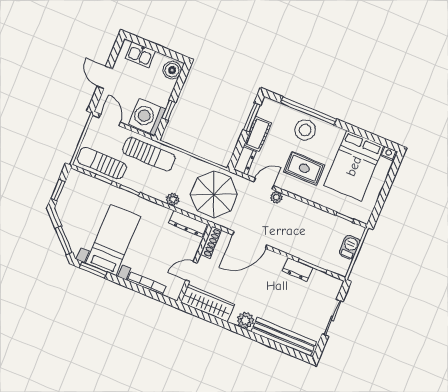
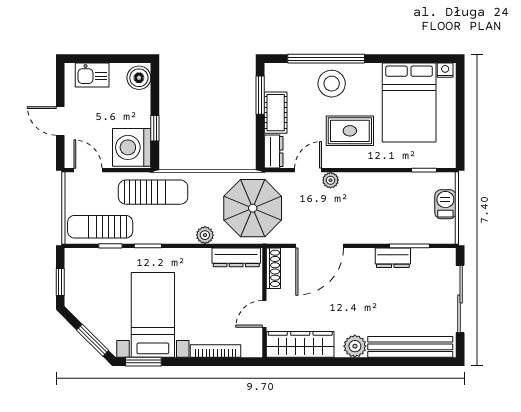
sliding door: (332, 318) -> (460, 299), width x1.37

